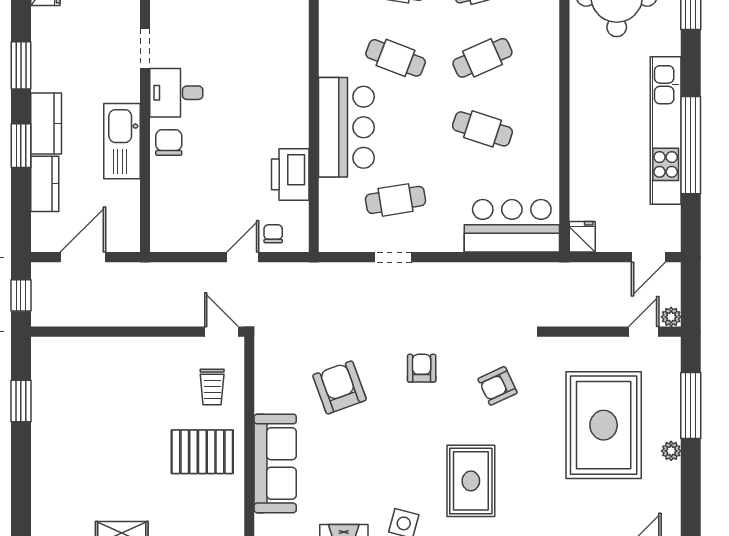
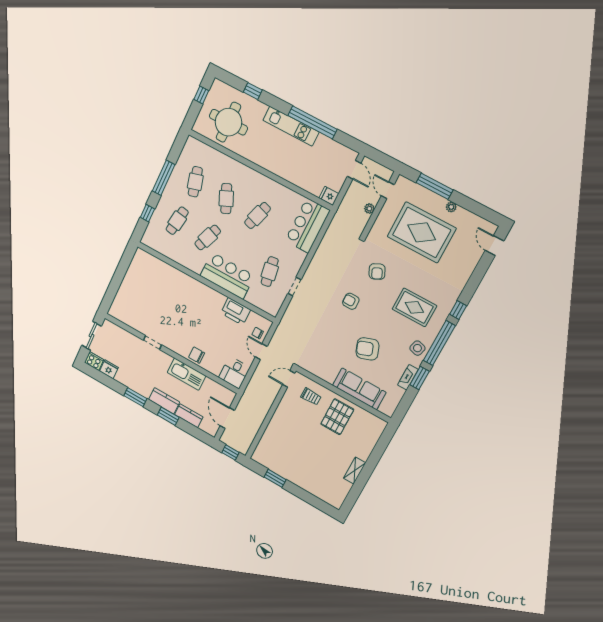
desk: (176, 93) -> (234, 372), moved
kitchen unit: (666, 130) -> (291, 126), width x0.73
plant: (671, 317) -> (369, 209), moved
armchair: (340, 387) -> (367, 349), moved

